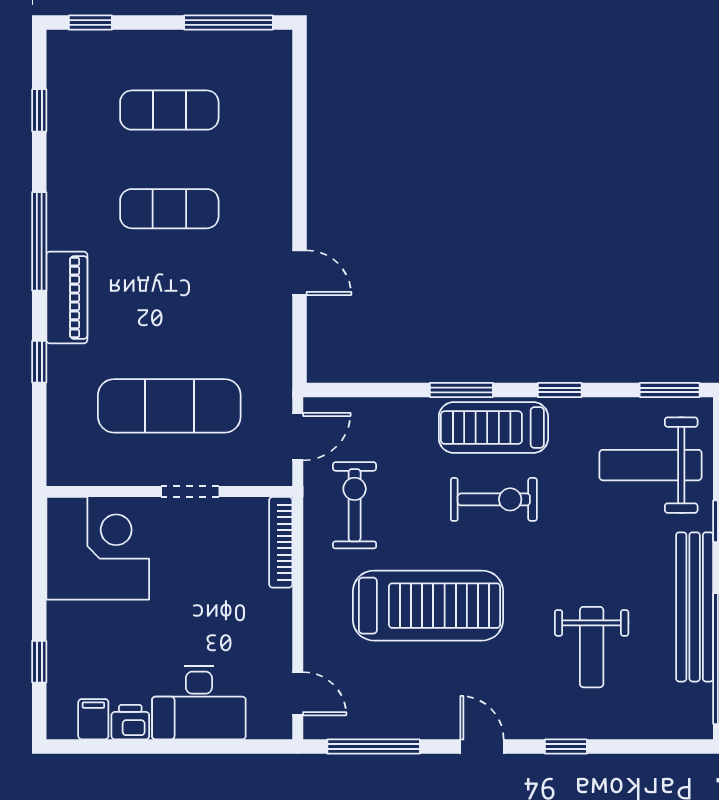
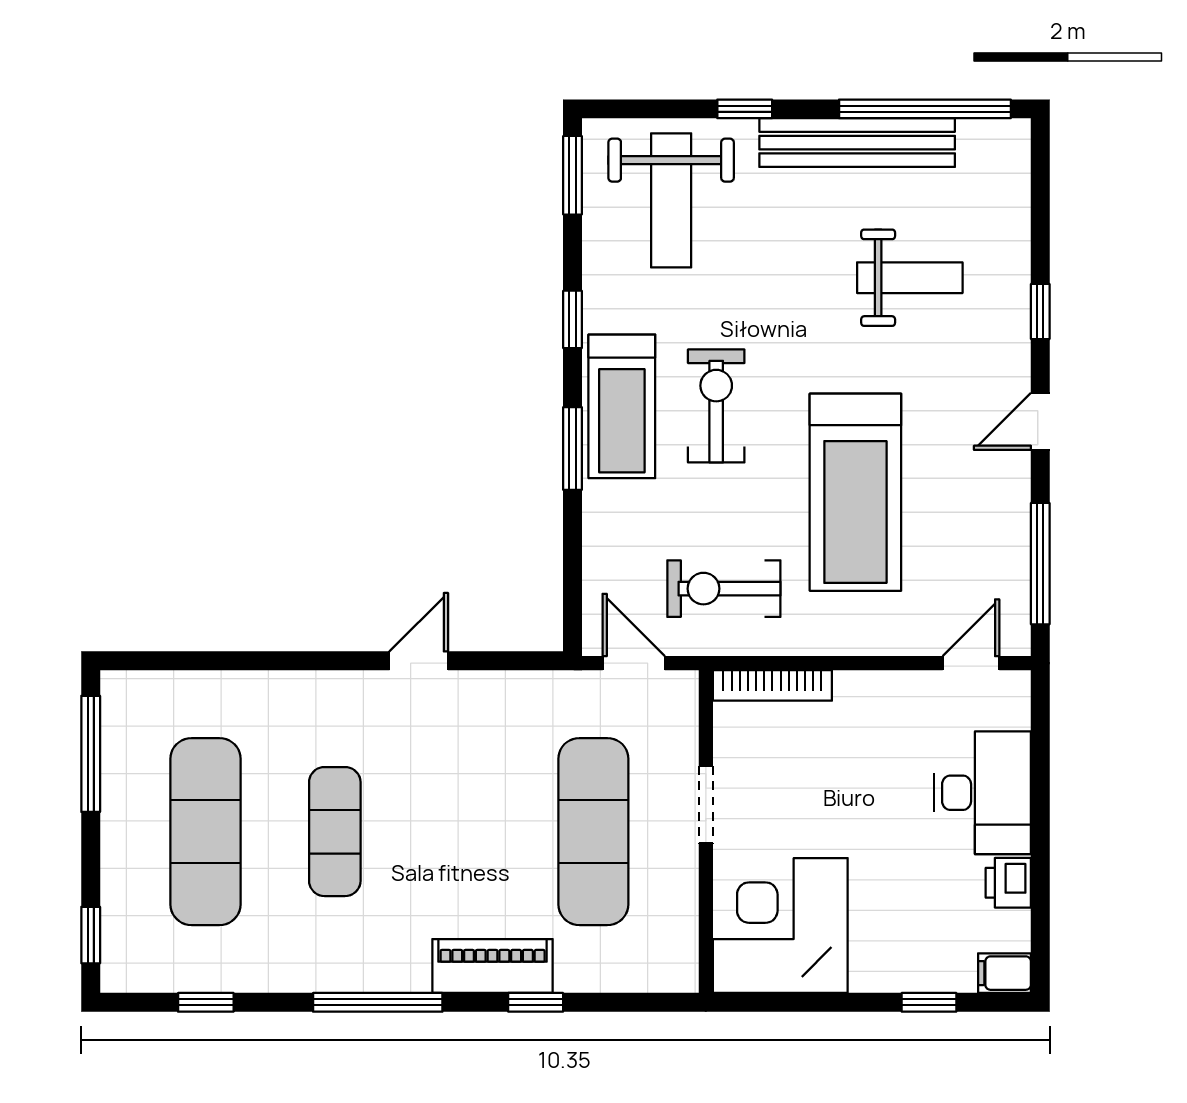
exercise mat: (169, 110) -> (205, 832), width x1.36, depth x1.45
piano: (67, 297) -> (493, 966), moved
treadmill: (428, 606) -> (855, 492), turned 180
filing cabinet: (93, 719) -> (1004, 973), moved

